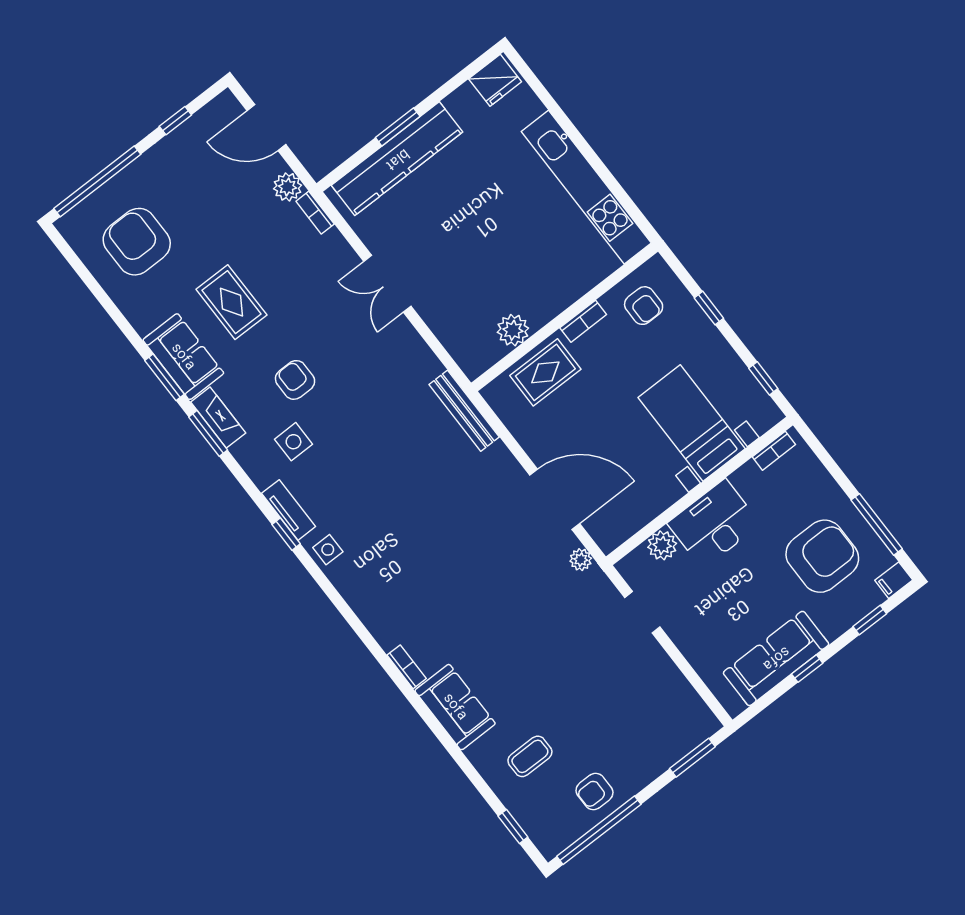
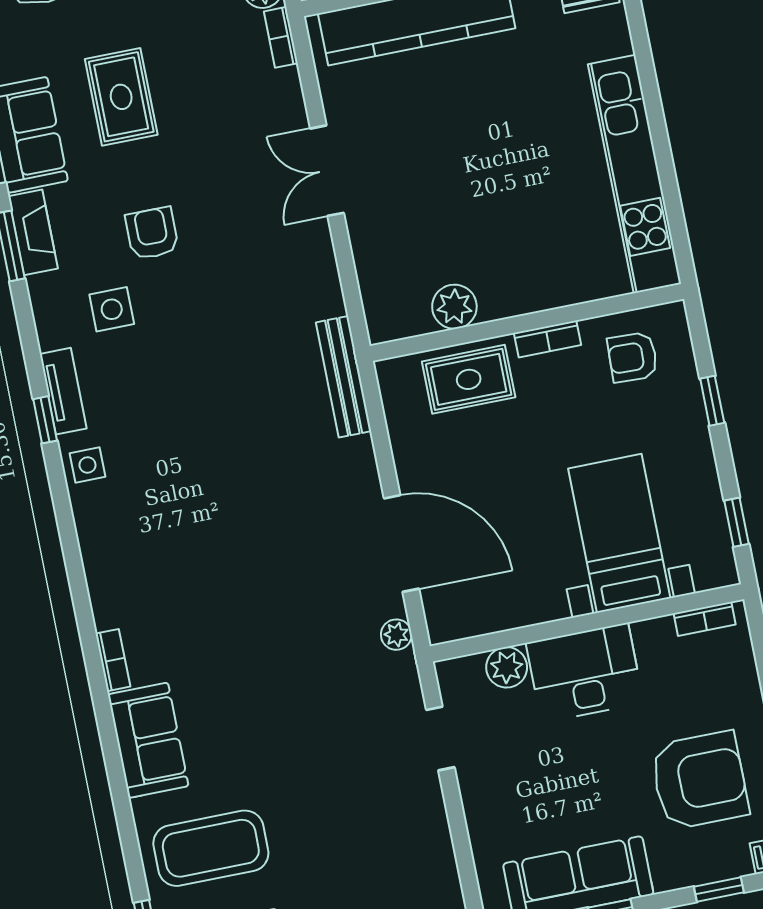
armchair: (644, 306) -> (633, 357), turned 92
coffee table: (530, 756) -> (211, 848), width x1.86, depth x1.72

